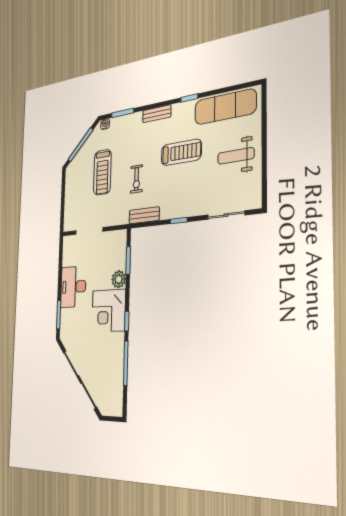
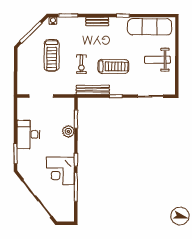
treadmill: (181, 152) -> (113, 66), moved
bench: (144, 215) -> (93, 90), width x1.36
corner desk: (109, 311) -> (60, 171), moved

